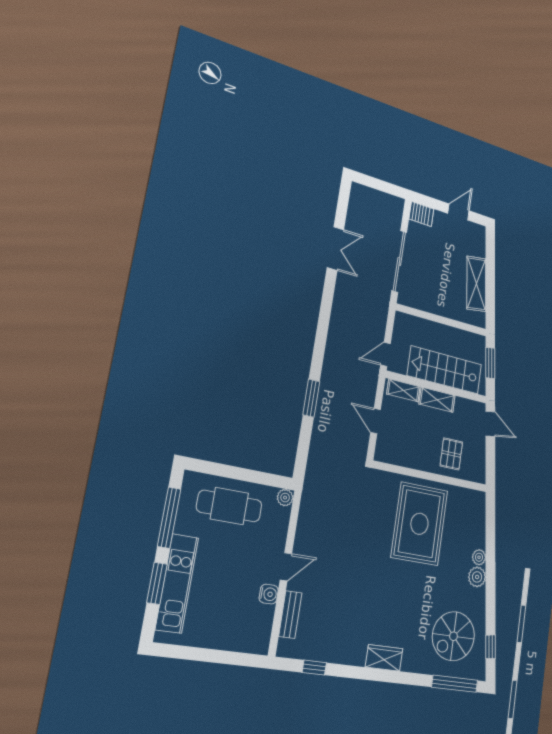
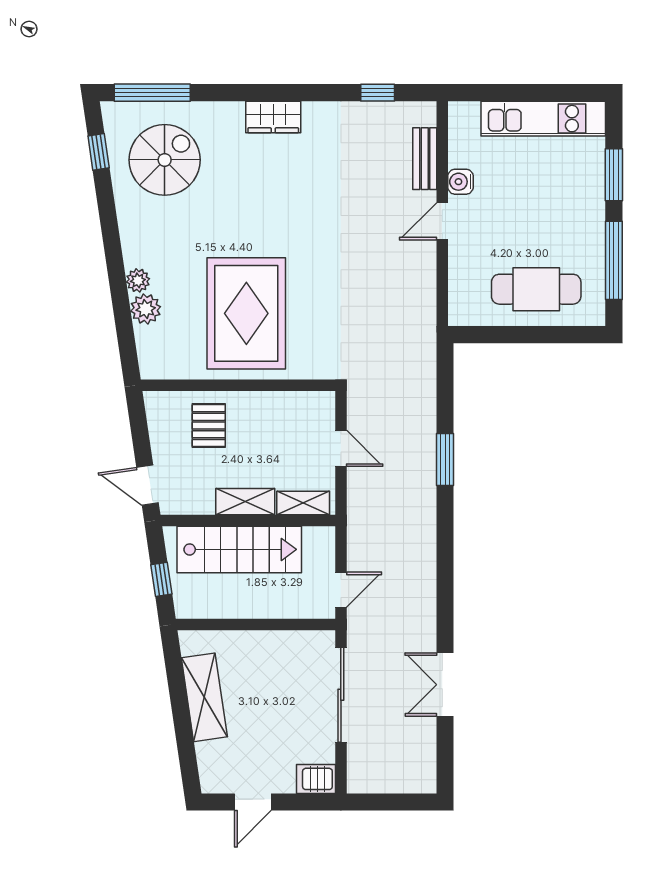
door: (385, 354) -> (341, 590), moved
window: (490, 363) -> (161, 579), width x0.67
plant: (285, 498) -> (460, 314), removed
plant: (477, 577) -> (146, 309), moved
kitchen unit: (177, 583) -> (543, 119), moved, turned -90

